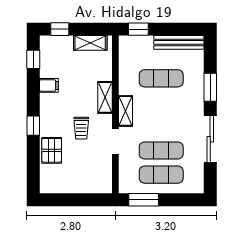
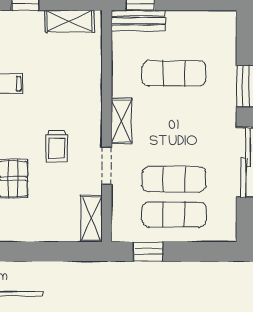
bench: (179, 42) -> (138, 20), moved, width x0.73
shelving: (105, 97) -> (91, 219), moved
window: (144, 200) -> (148, 251), width x0.67

